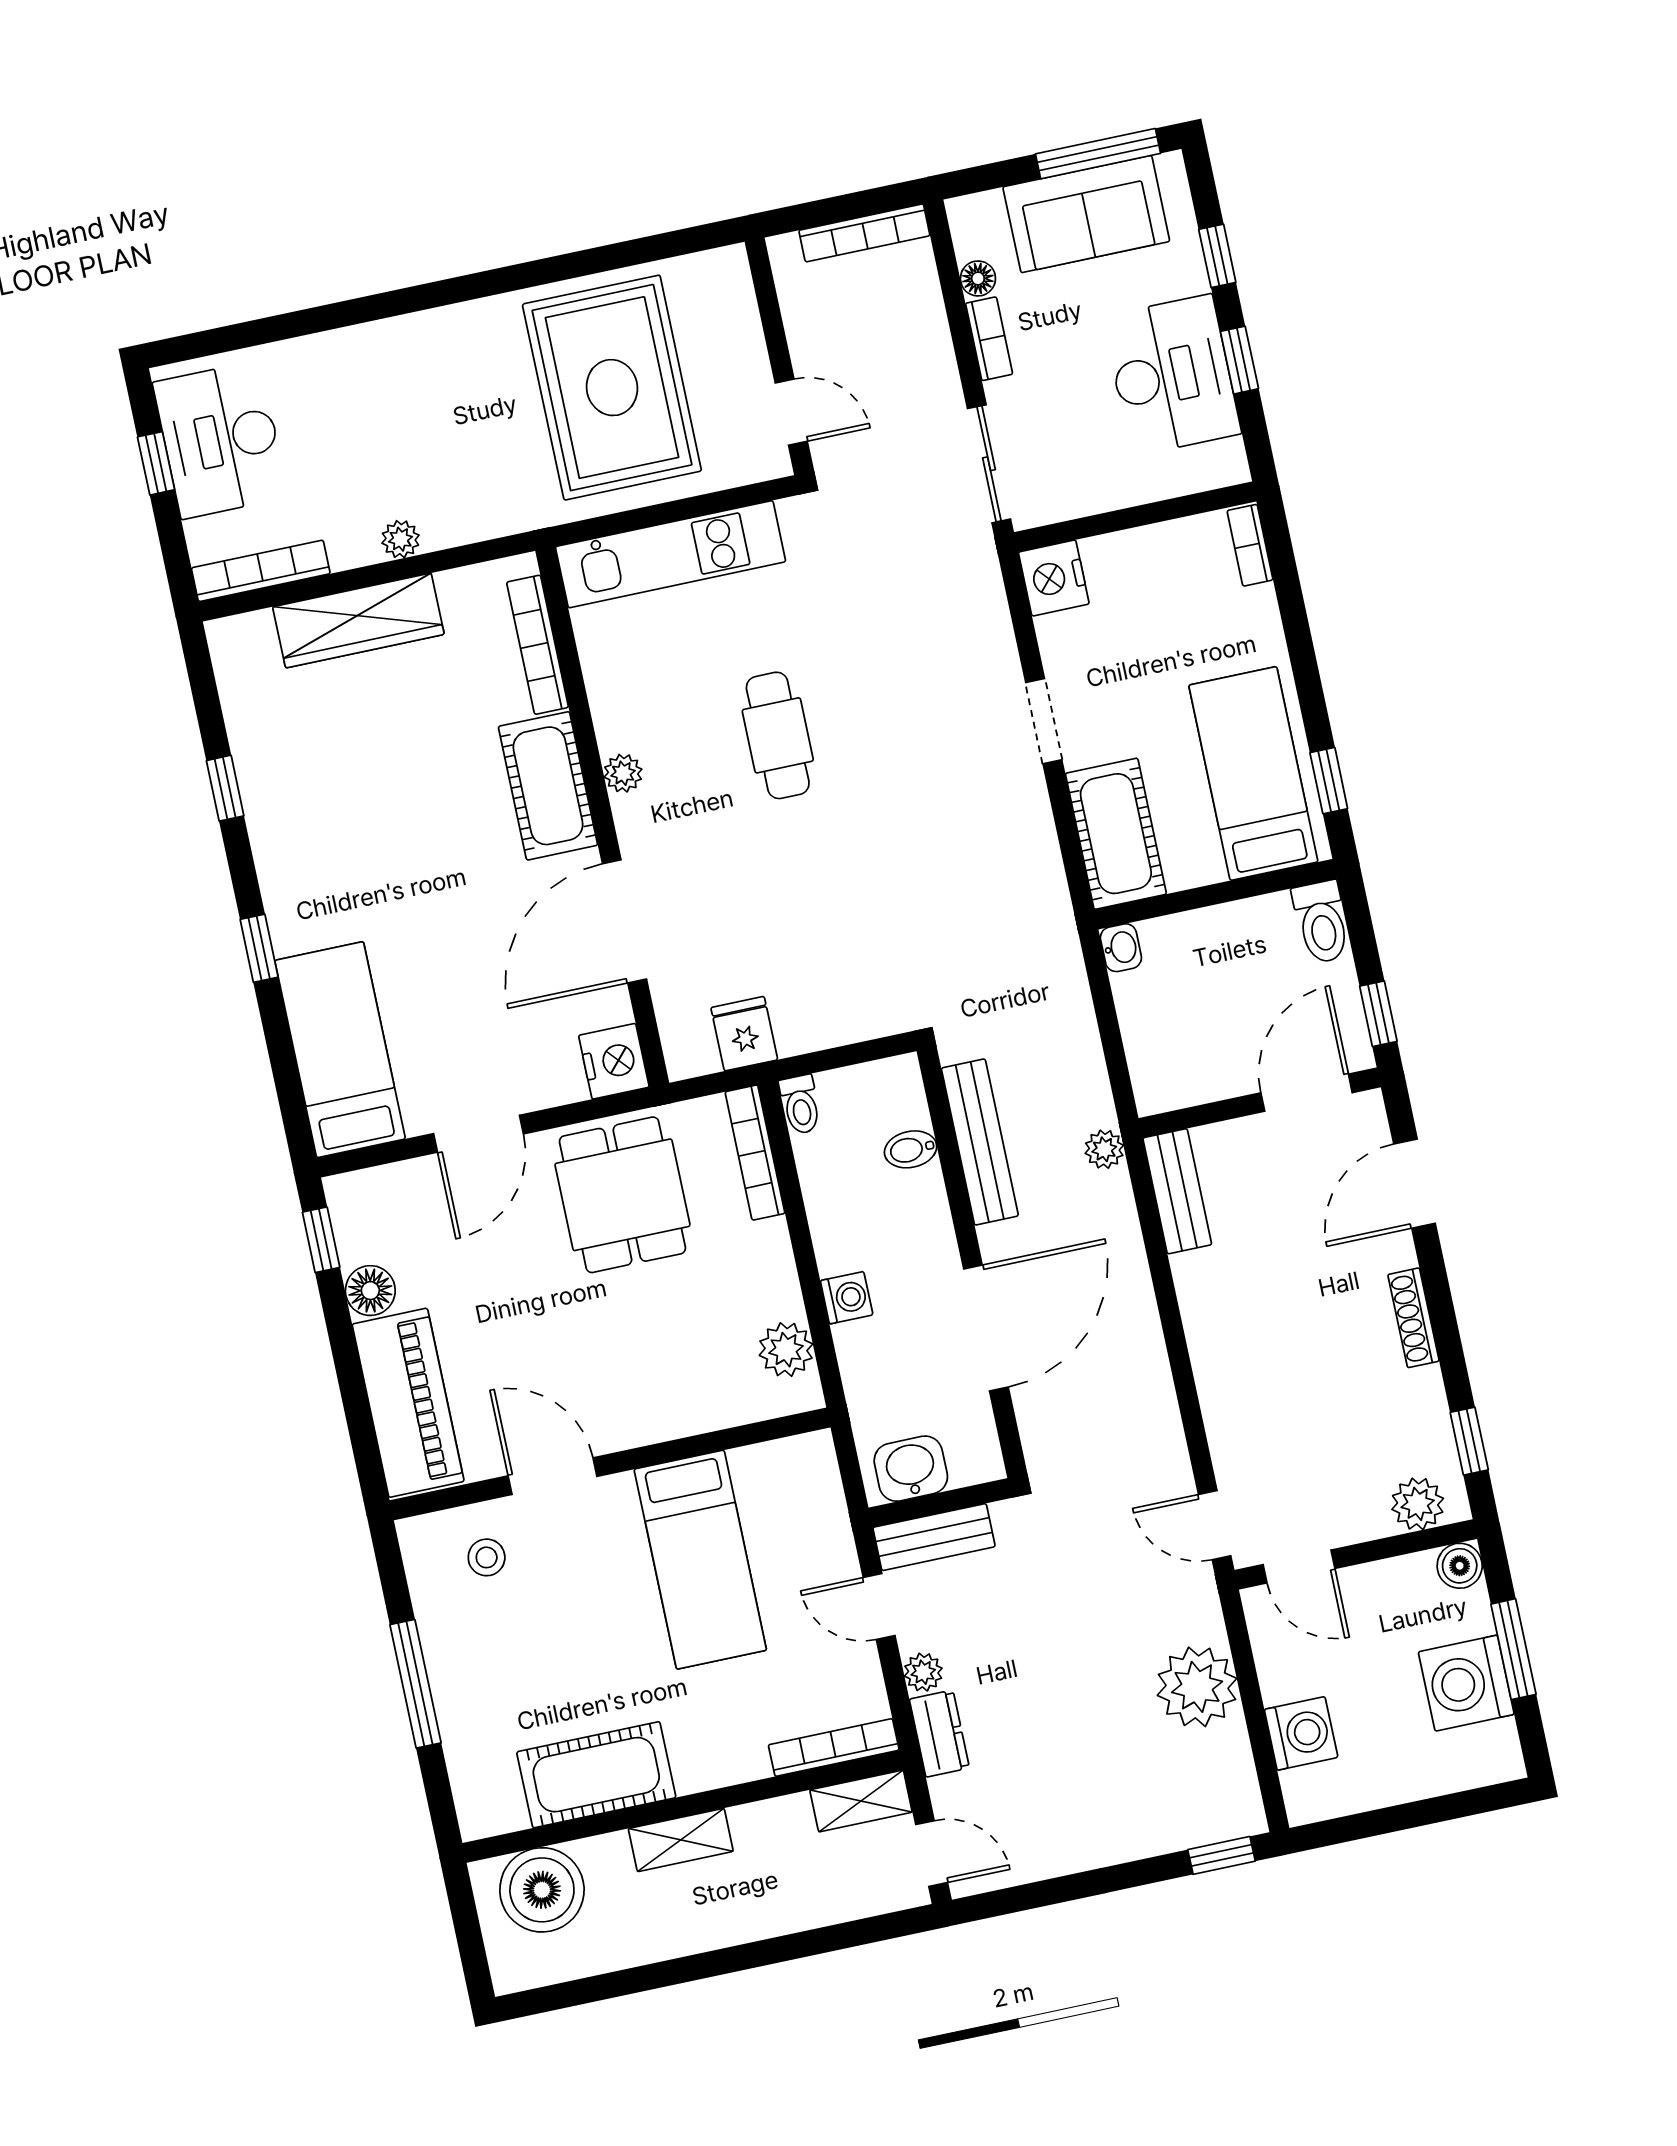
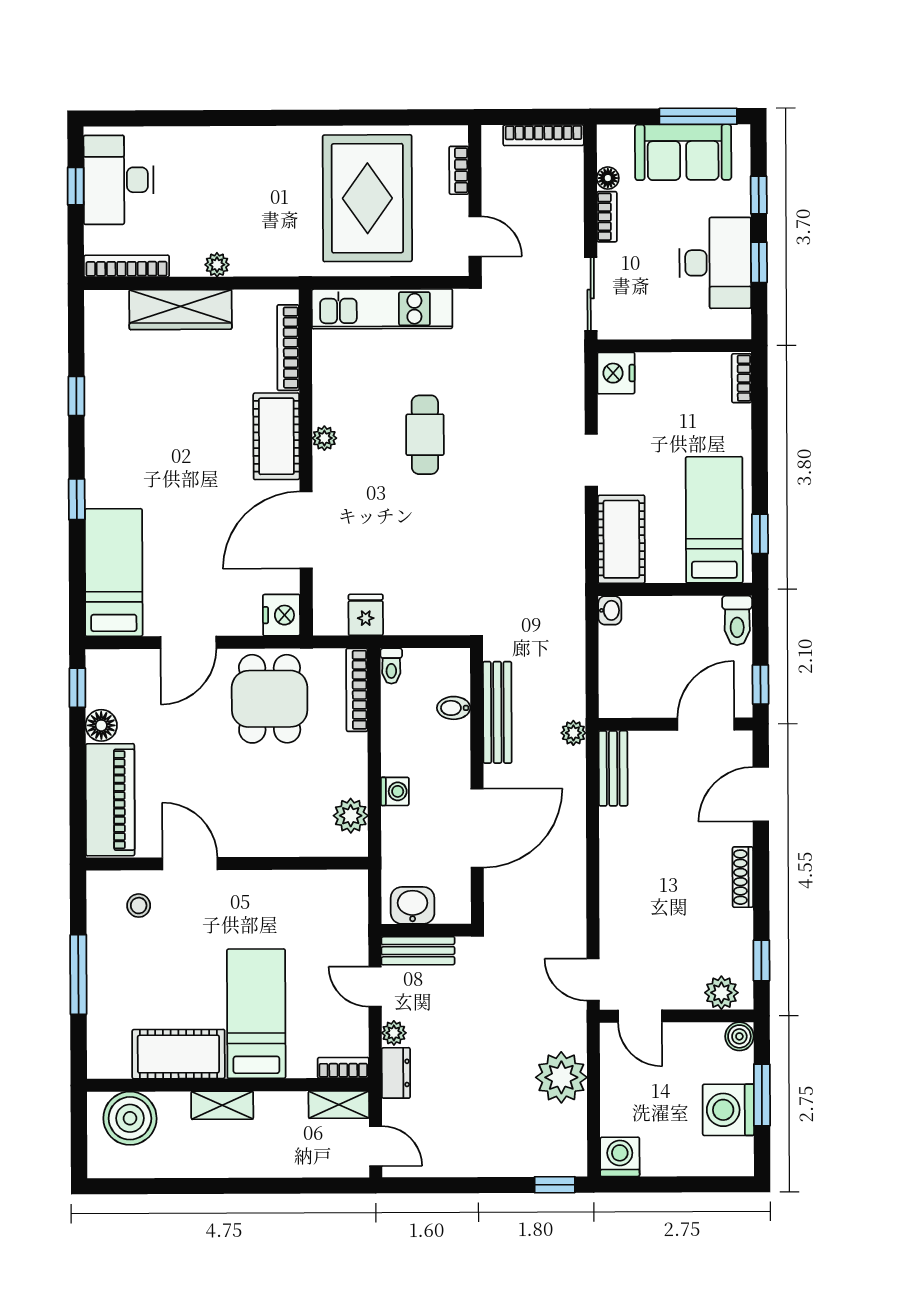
bookcase: (745, 315) -> (459, 170), added
bed: (700, 1560) -> (256, 1014), moved, turned 180
washing machine: (1301, 1733) -> (620, 1157), moved, turned -90
bookcase: (834, 1747) -> (343, 1068), width x0.64

